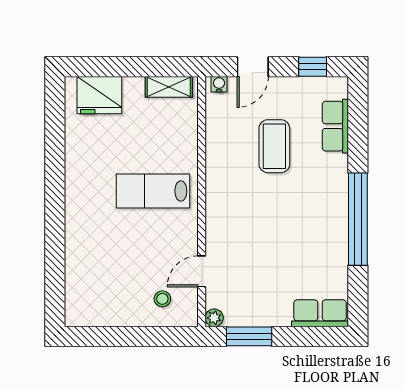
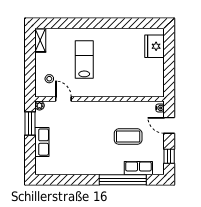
shelving: (169, 87) -> (40, 40), moved
lab bench: (153, 191) -> (84, 60), moved
window: (358, 219) -> (123, 180), moved
row of seats: (320, 313) -> (42, 142), moved

